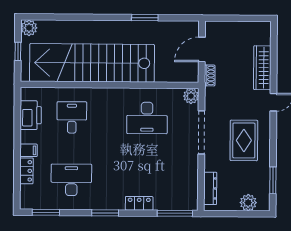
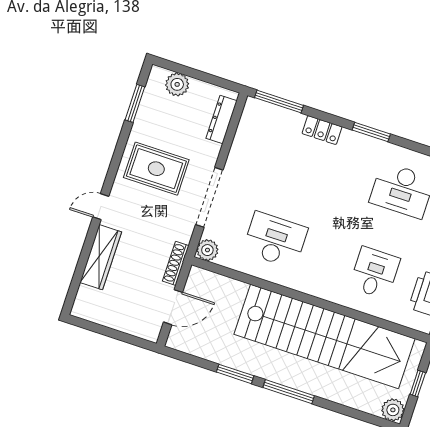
window: (104, 17) -> (289, 392), added
shoe rack: (210, 75) -> (176, 263), width x1.43
desk: (72, 117) -> (375, 273), turned 180
rug: (244, 140) -> (156, 169), turned 90

